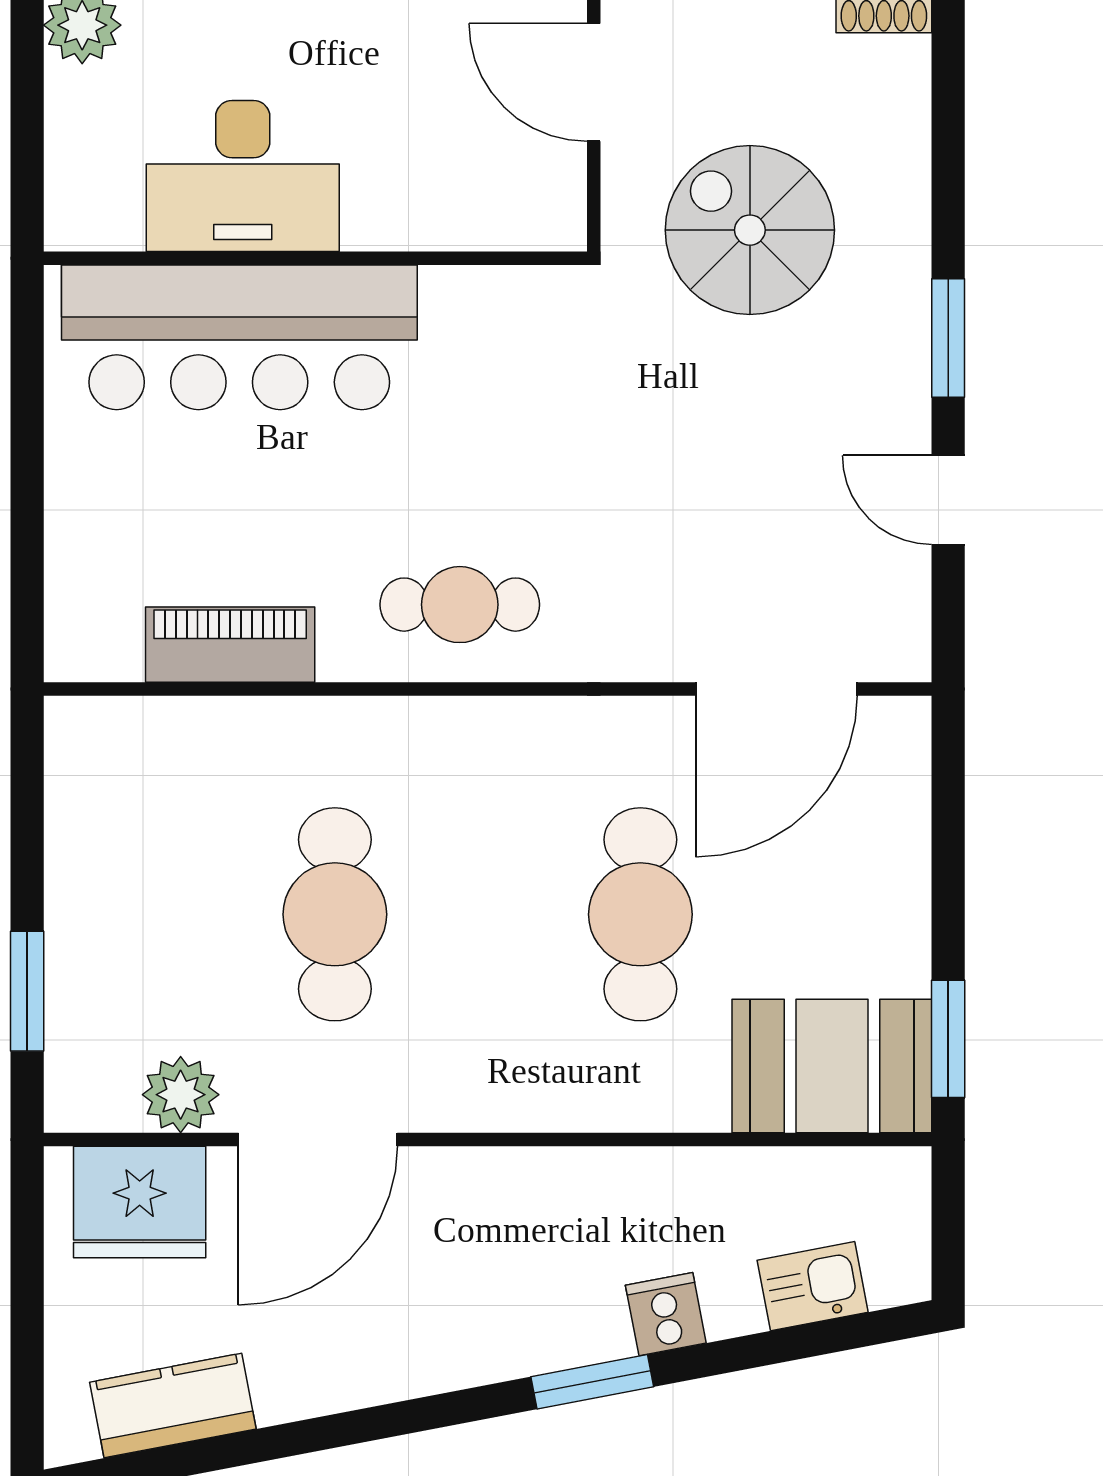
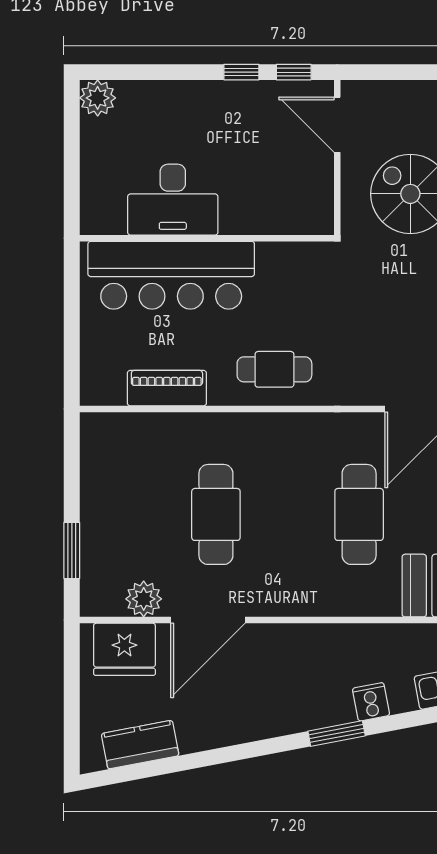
desk: (243, 176) -> (173, 200), moved
wall: (315, 258) -> (207, 238), moved
bar counter: (239, 337) -> (171, 275), moved

